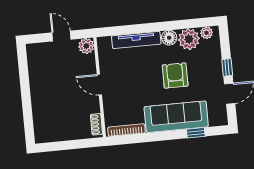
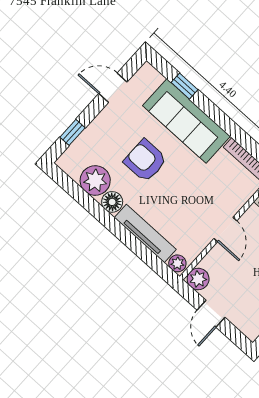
plant: (207, 33) -> (177, 263), moved
window: (227, 67) -> (72, 132), moved
armchair: (175, 76) -> (145, 161), turned 90

